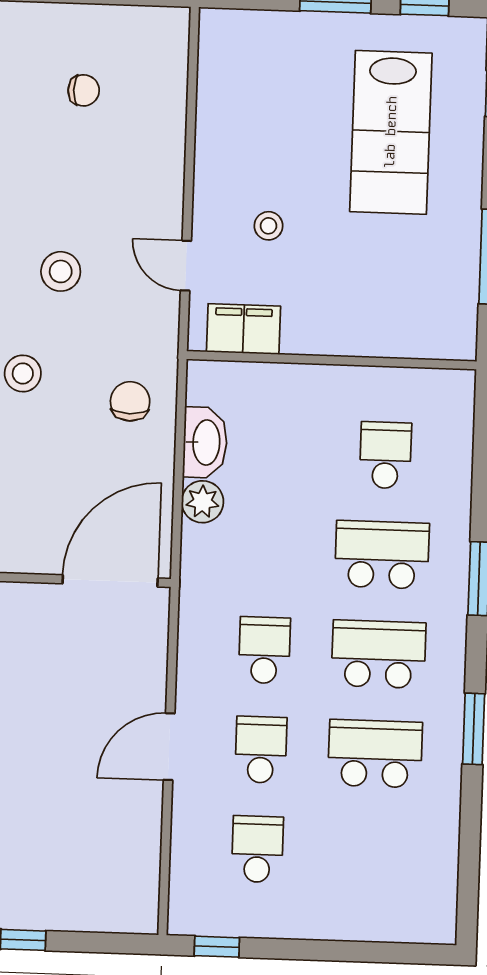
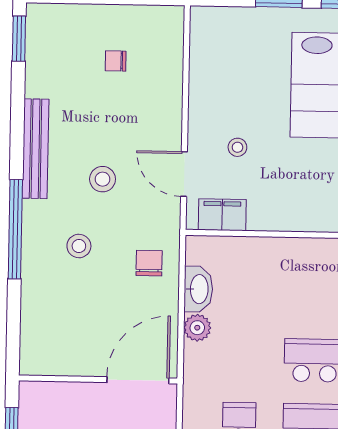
chair: (84, 90) -> (116, 61), turned 180
door: (186, 266) -> (184, 174), width x1.38
school desk: (385, 455) -> (316, 296), removed

